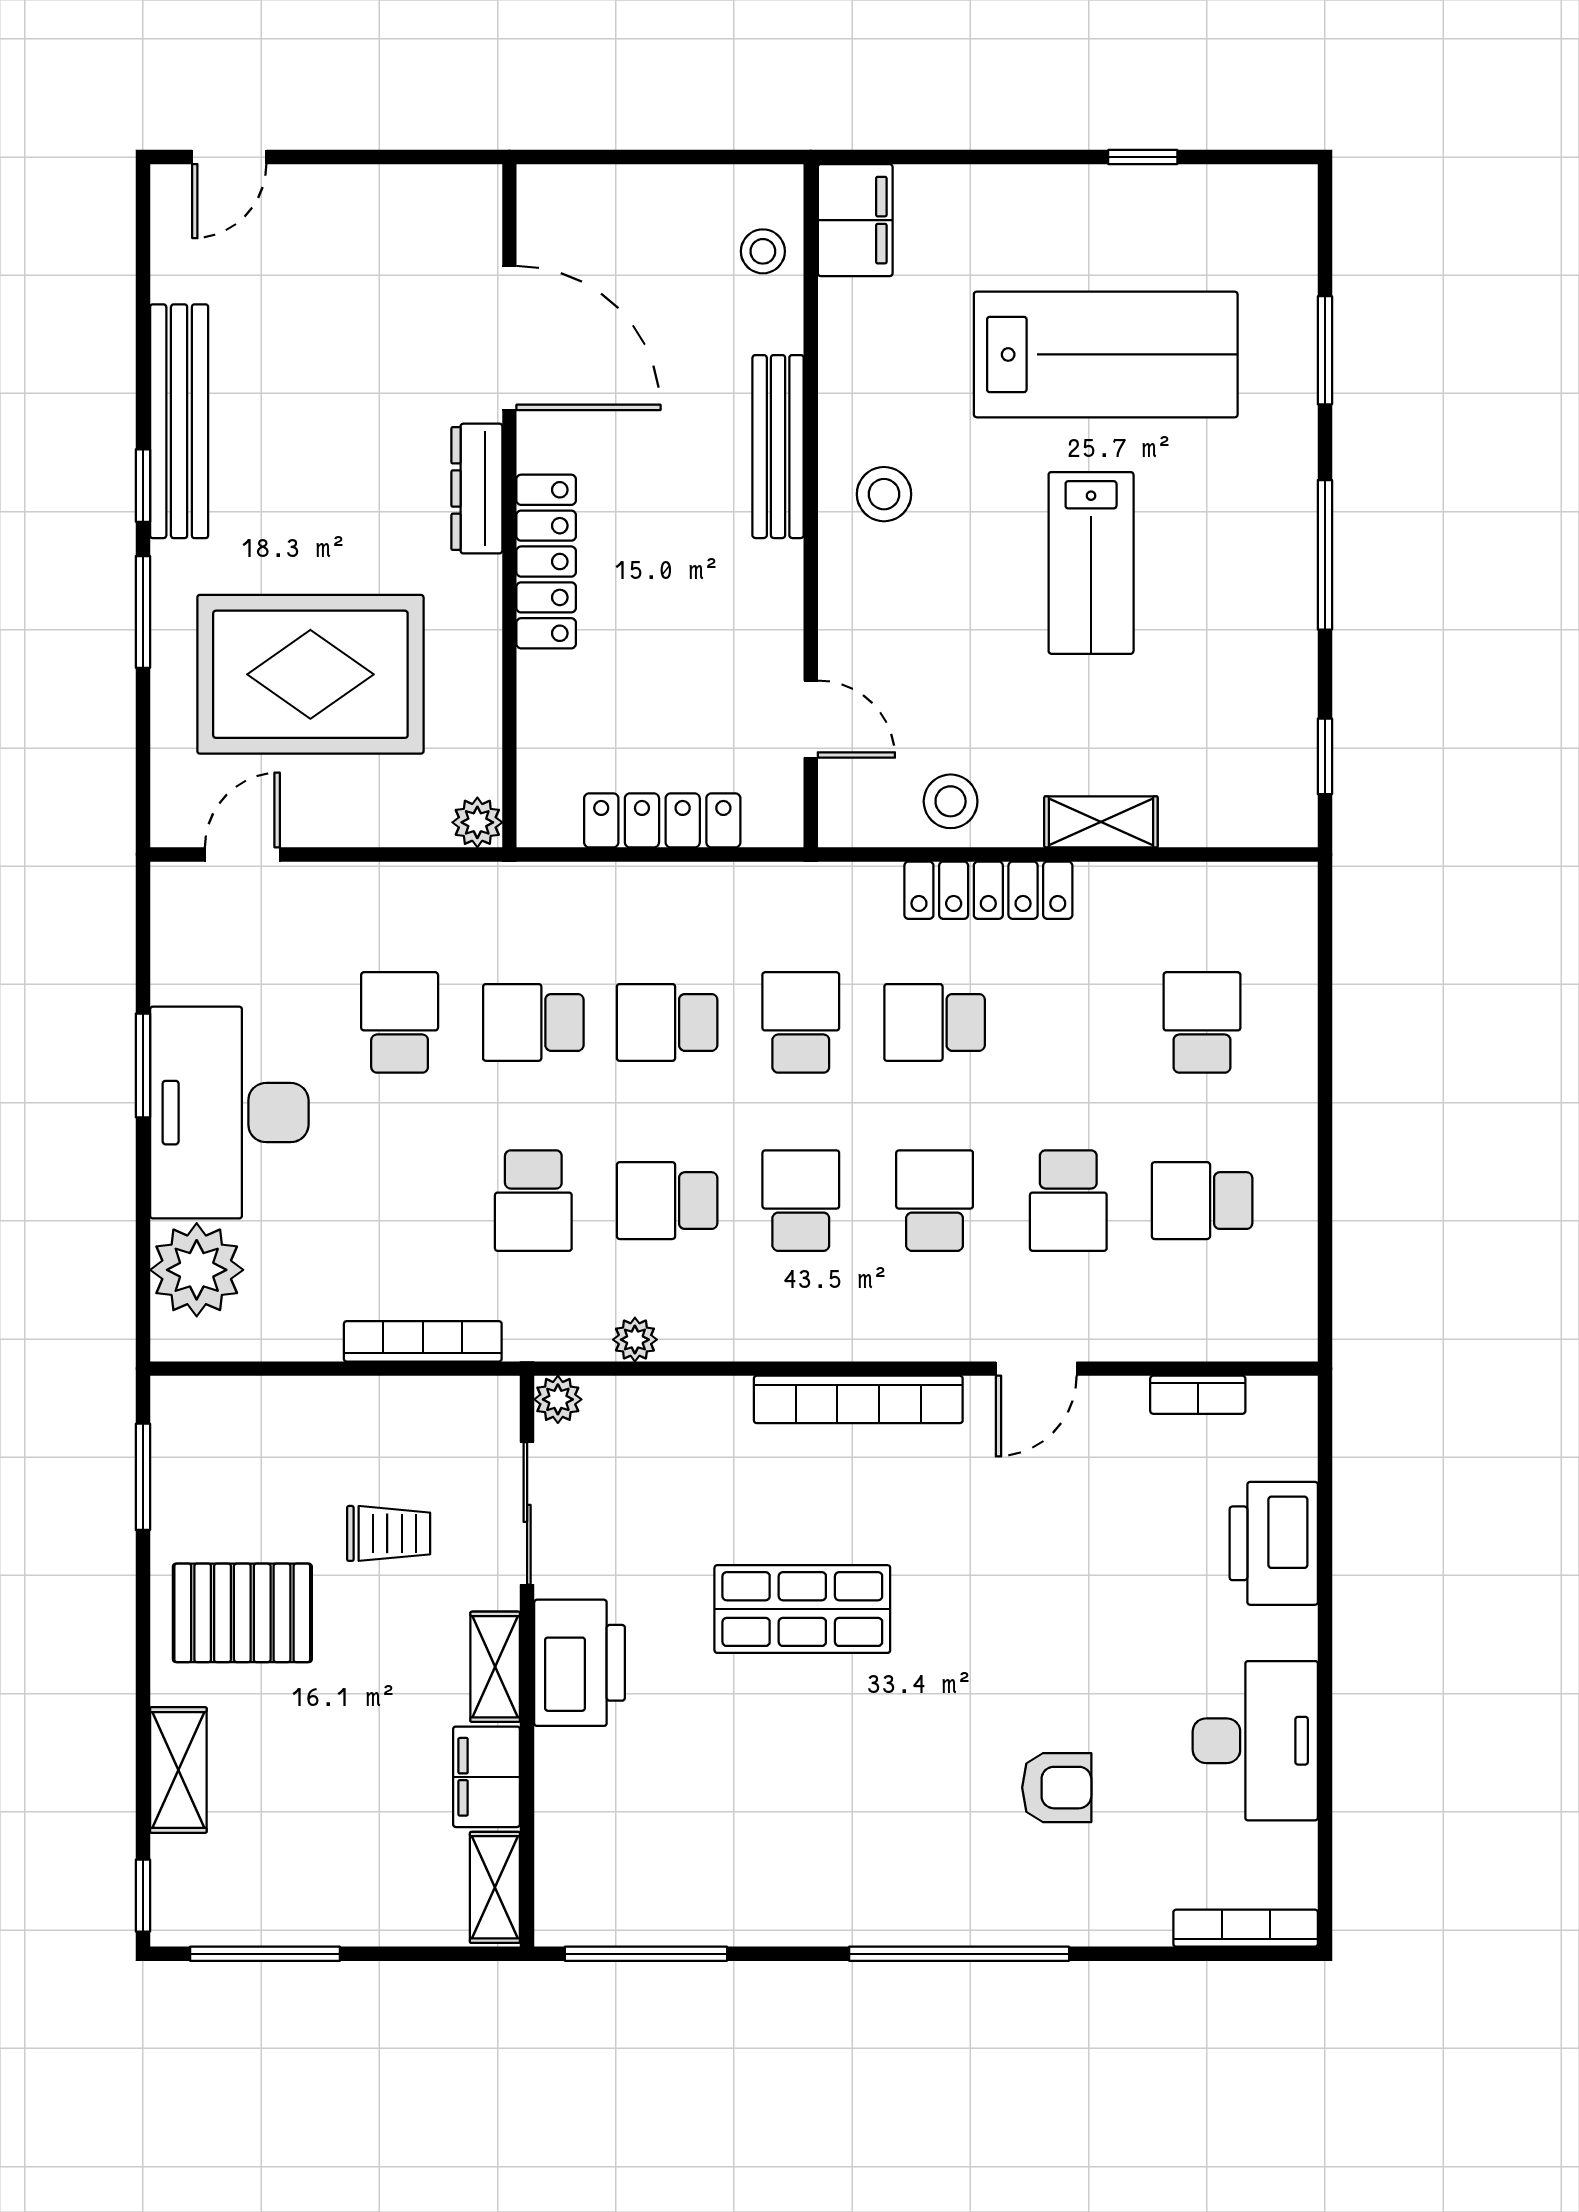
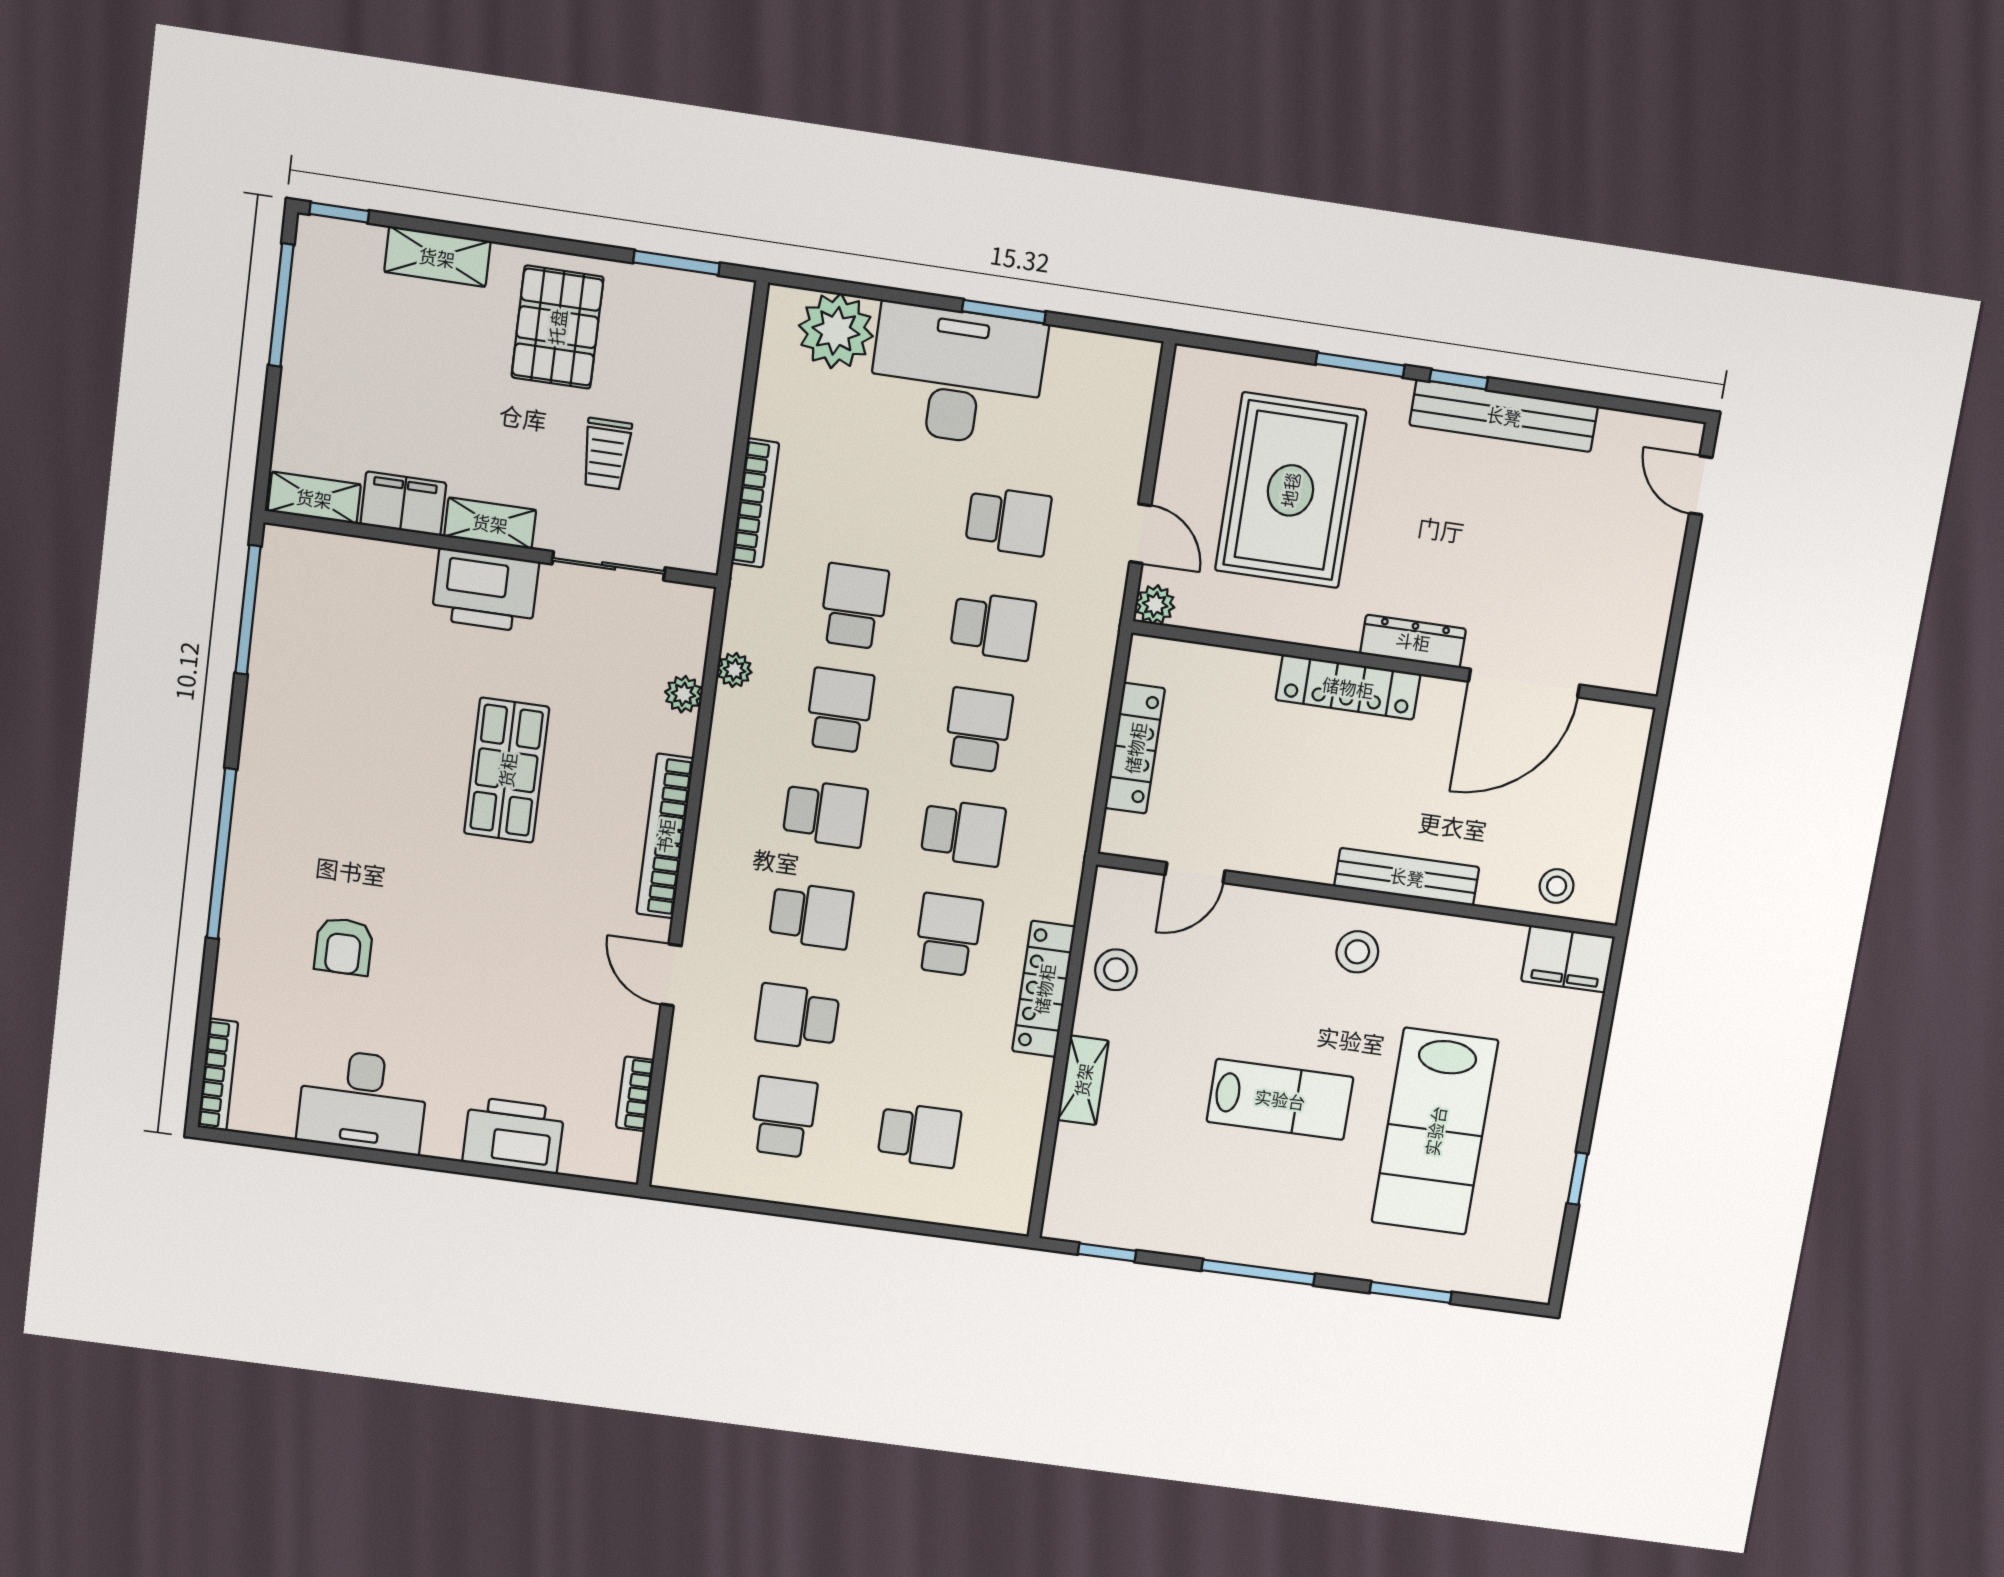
lab bench: (1091, 563) -> (1280, 1099), turned 180
door: (242, 854) -> (1140, 534), moved
school desk: (533, 1022) -> (993, 626), turned 90
school desk: (533, 1201) -> (854, 606), turned 90
plant: (558, 1399) -> (683, 694), moved

